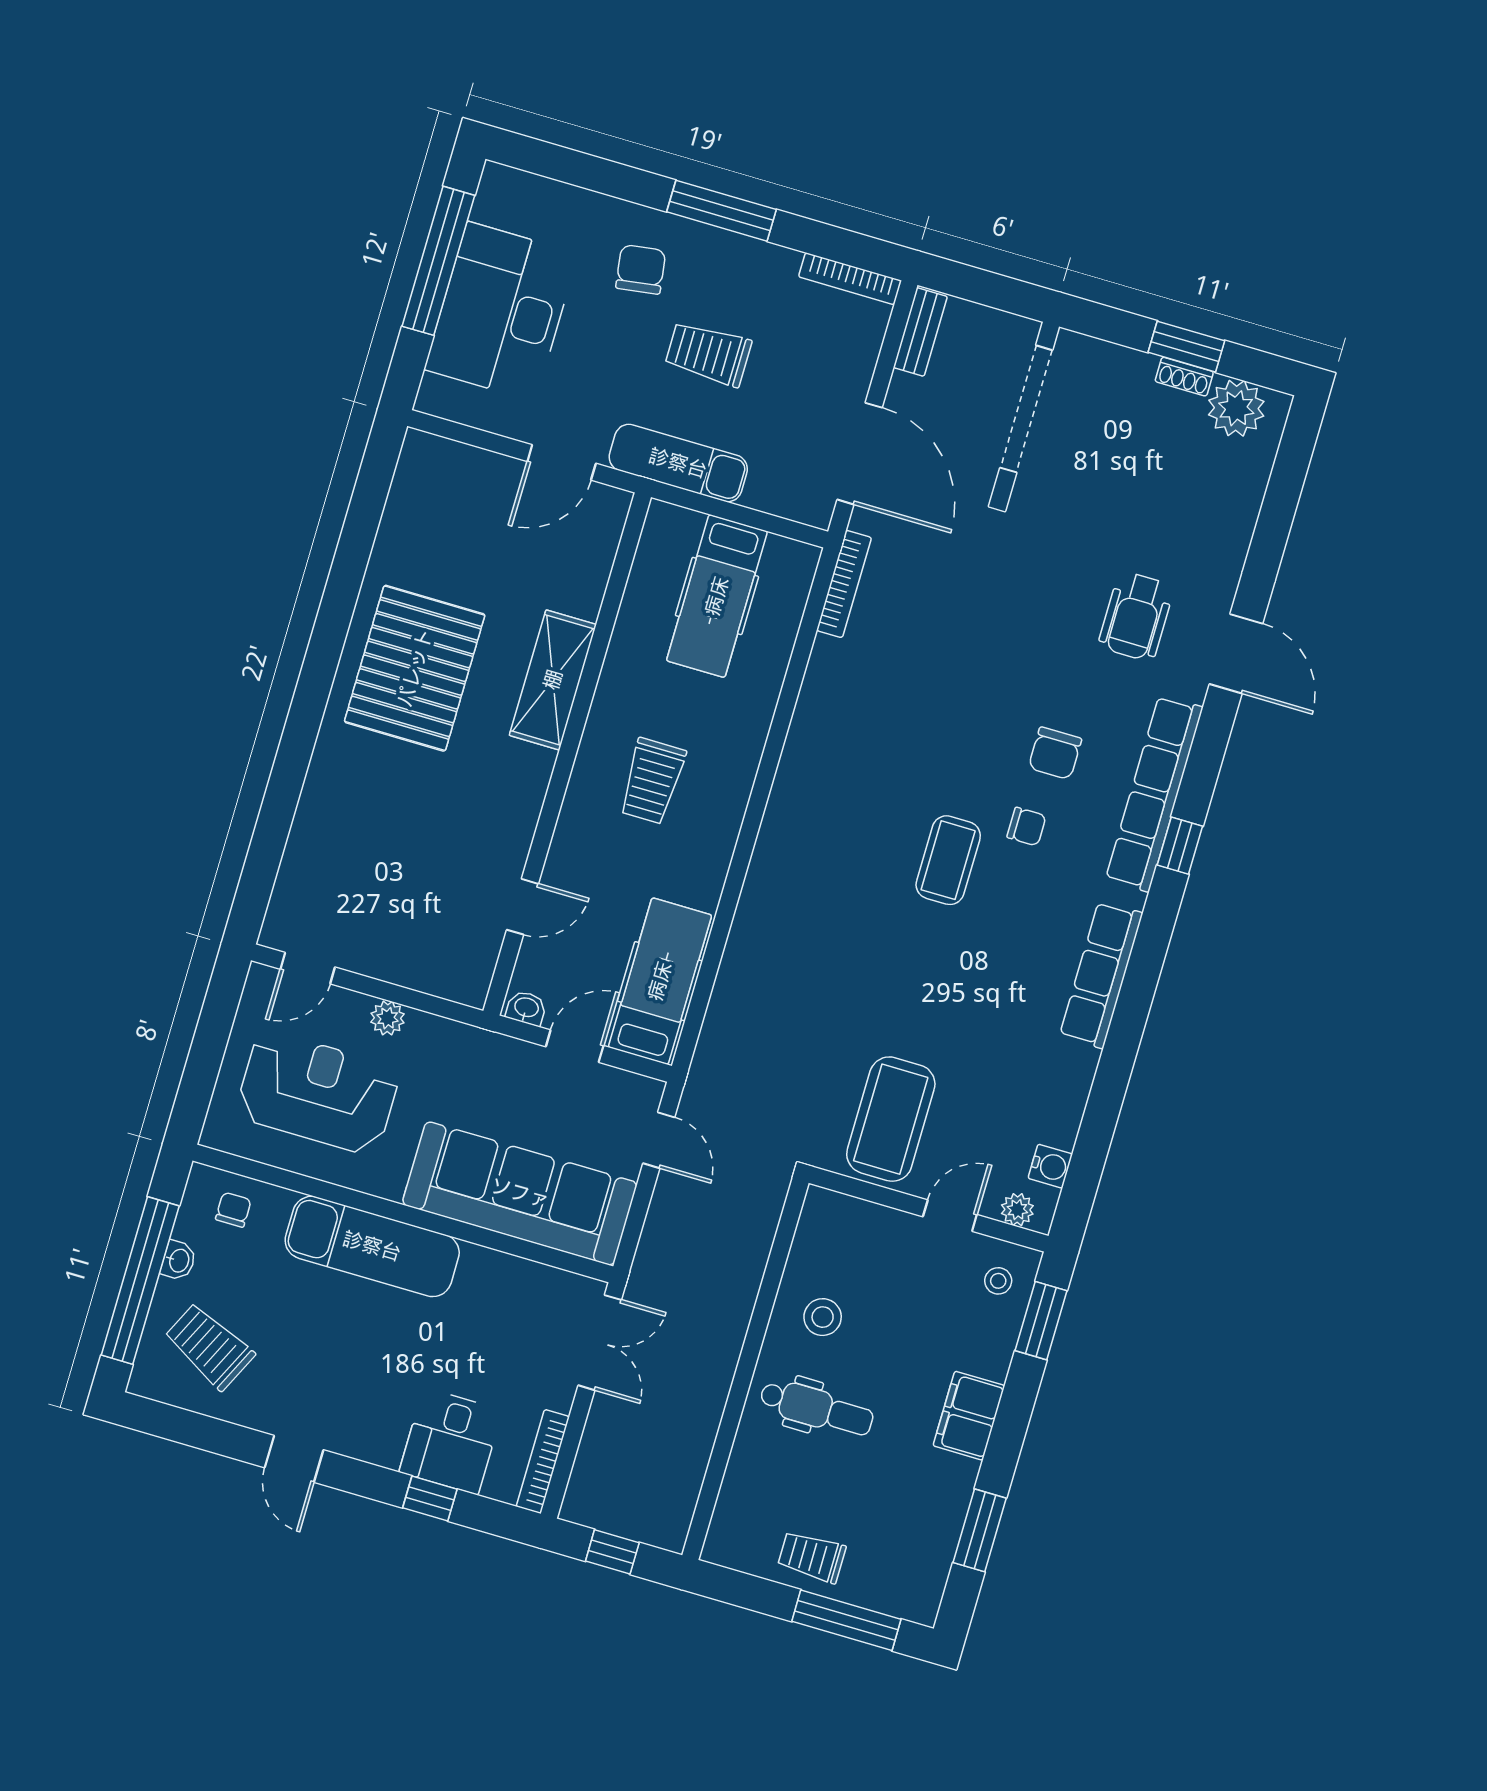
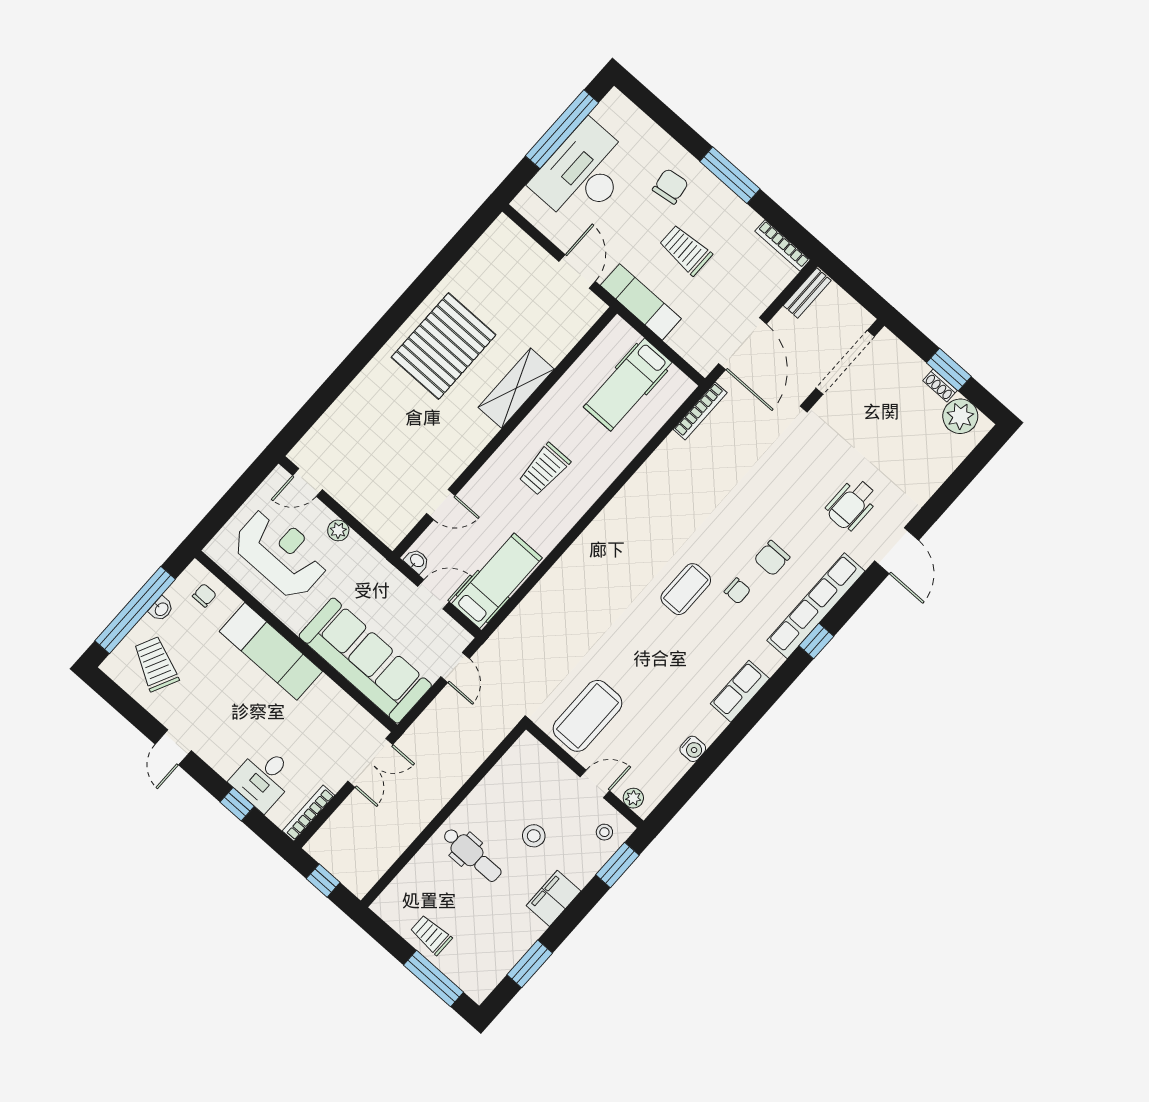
door: (562, 462) -> (577, 271), swing flipped
row of seats: (1101, 975) -> (740, 691), width x0.68
water cooler: (1050, 1166) -> (693, 749), moved
stool: (823, 1317) -> (534, 836), moved

